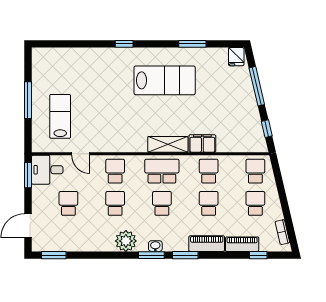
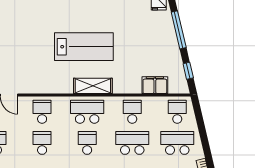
lab bench: (165, 80) -> (84, 47), moved
filing cabinet: (202, 143) -> (155, 85), moved
school desk: (209, 203) -> (132, 143), width x1.85
school desk: (255, 203) -> (177, 143), width x1.85

